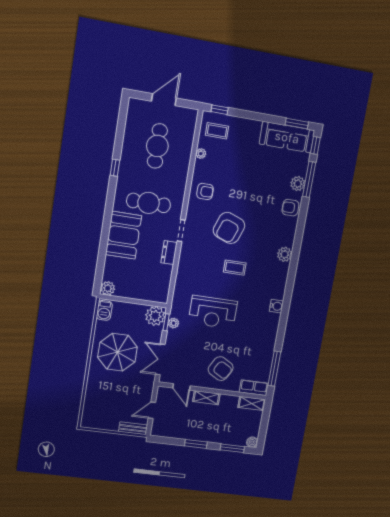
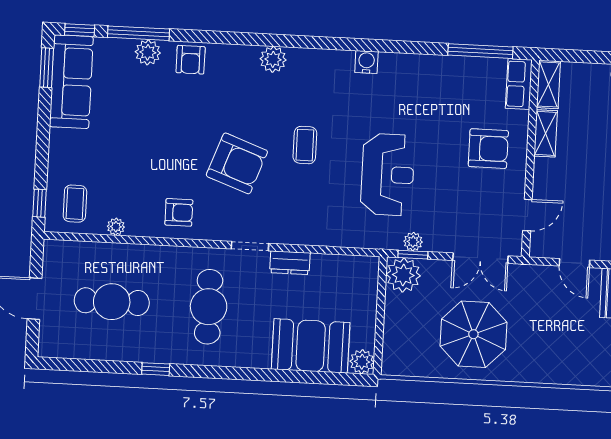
armchair: (205, 191) -> (179, 212), turned 90
booth: (123, 235) -> (311, 346), moved
barbecue: (104, 310) -> (401, 364), removed
armchair: (221, 369) -> (488, 149), turned 60
shelving: (206, 398) -> (546, 133), moved

